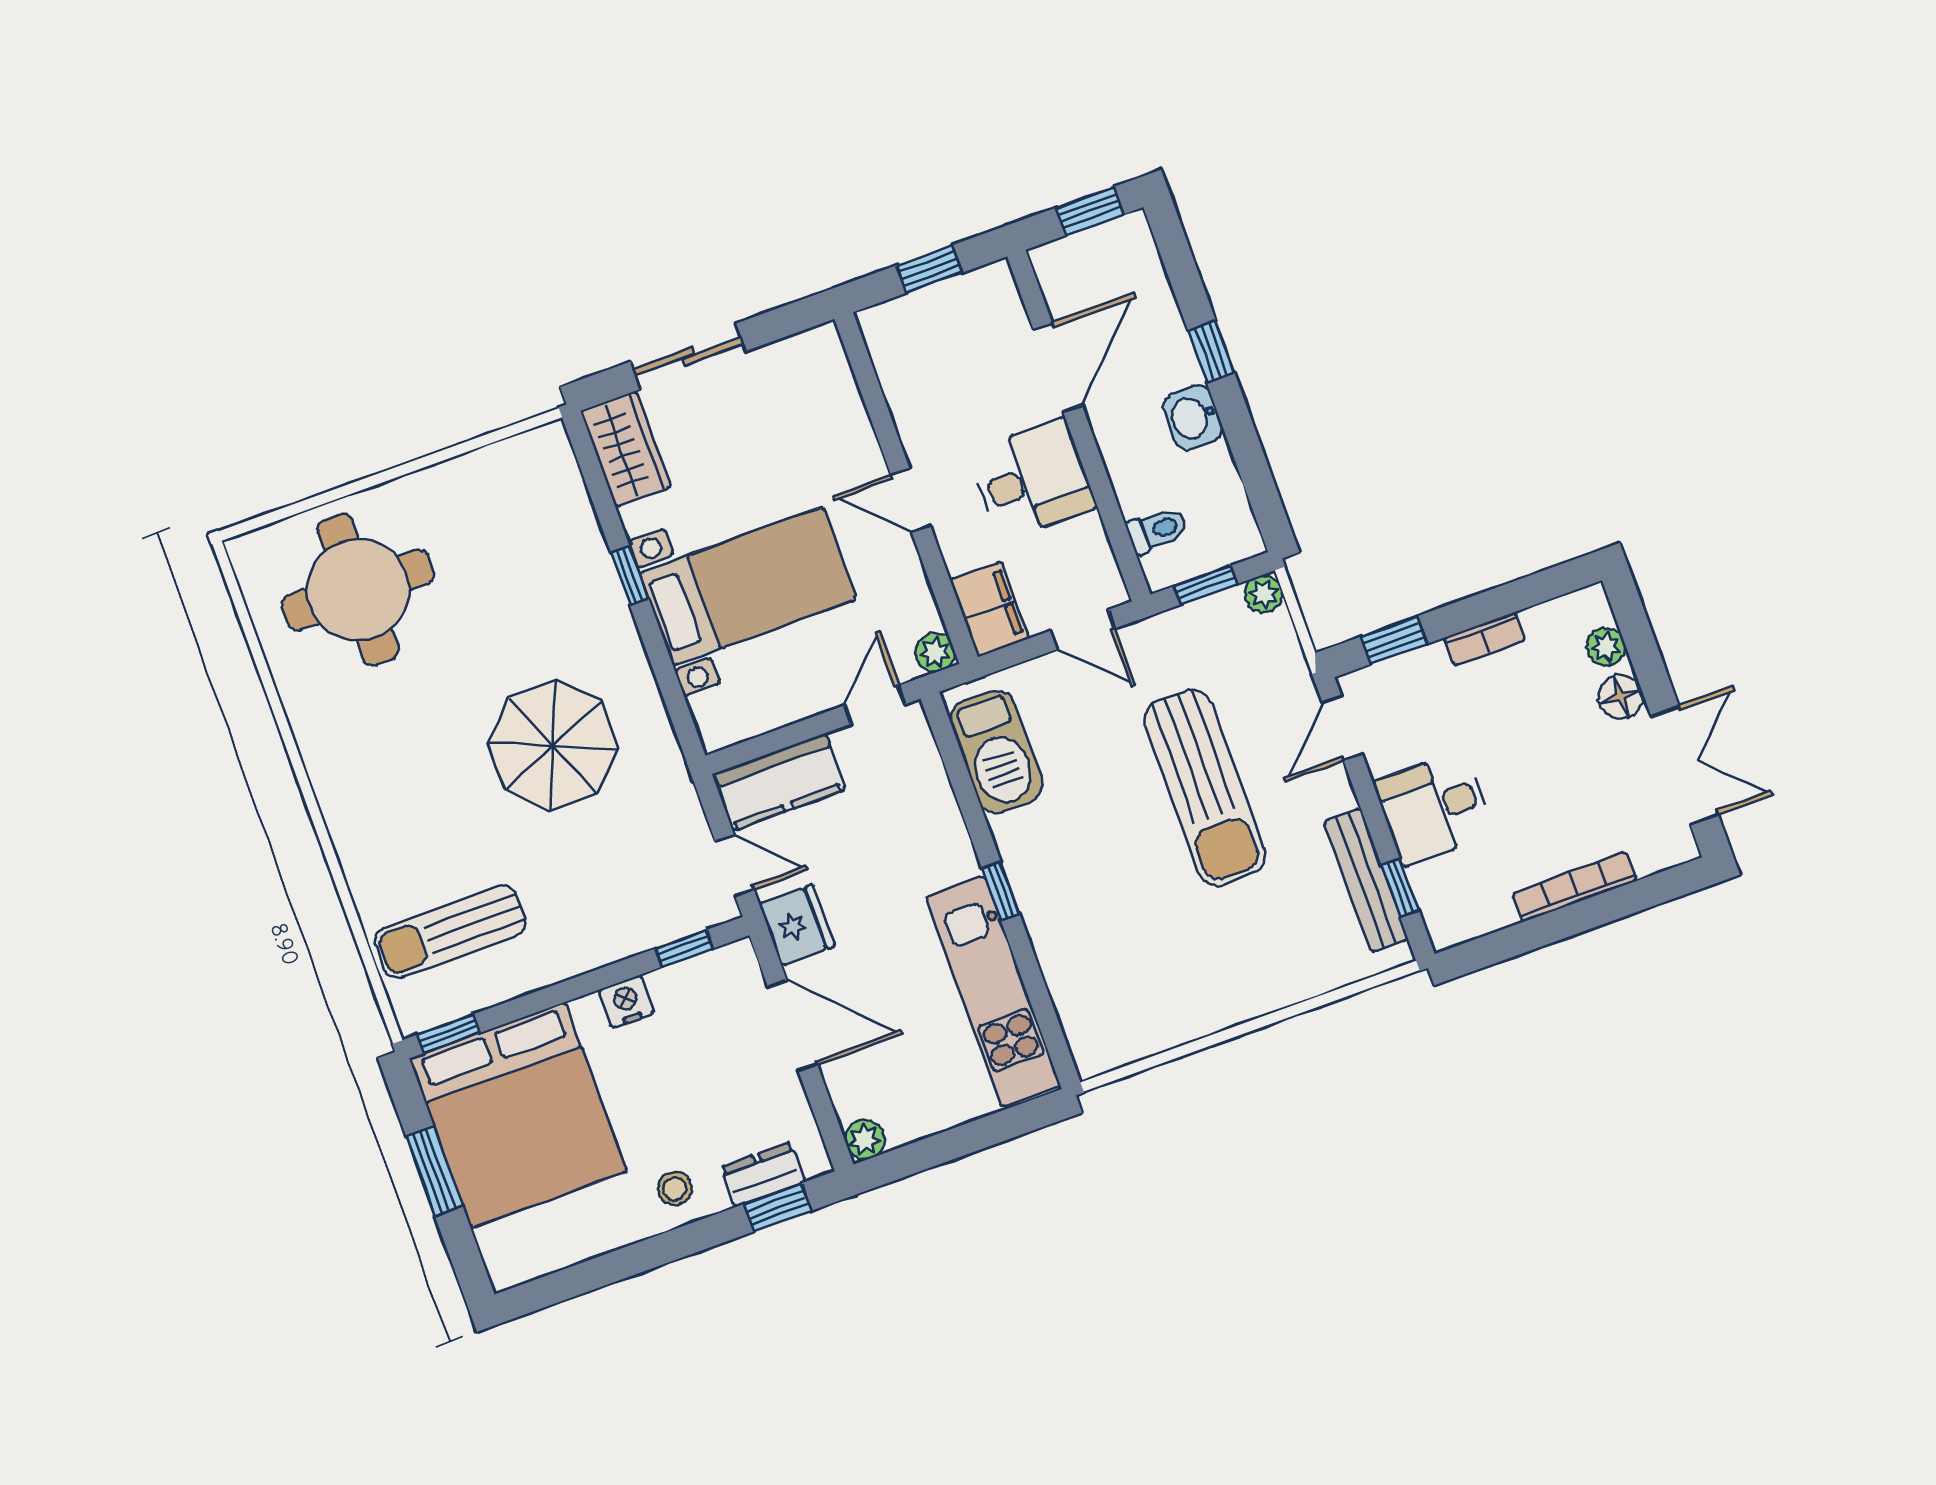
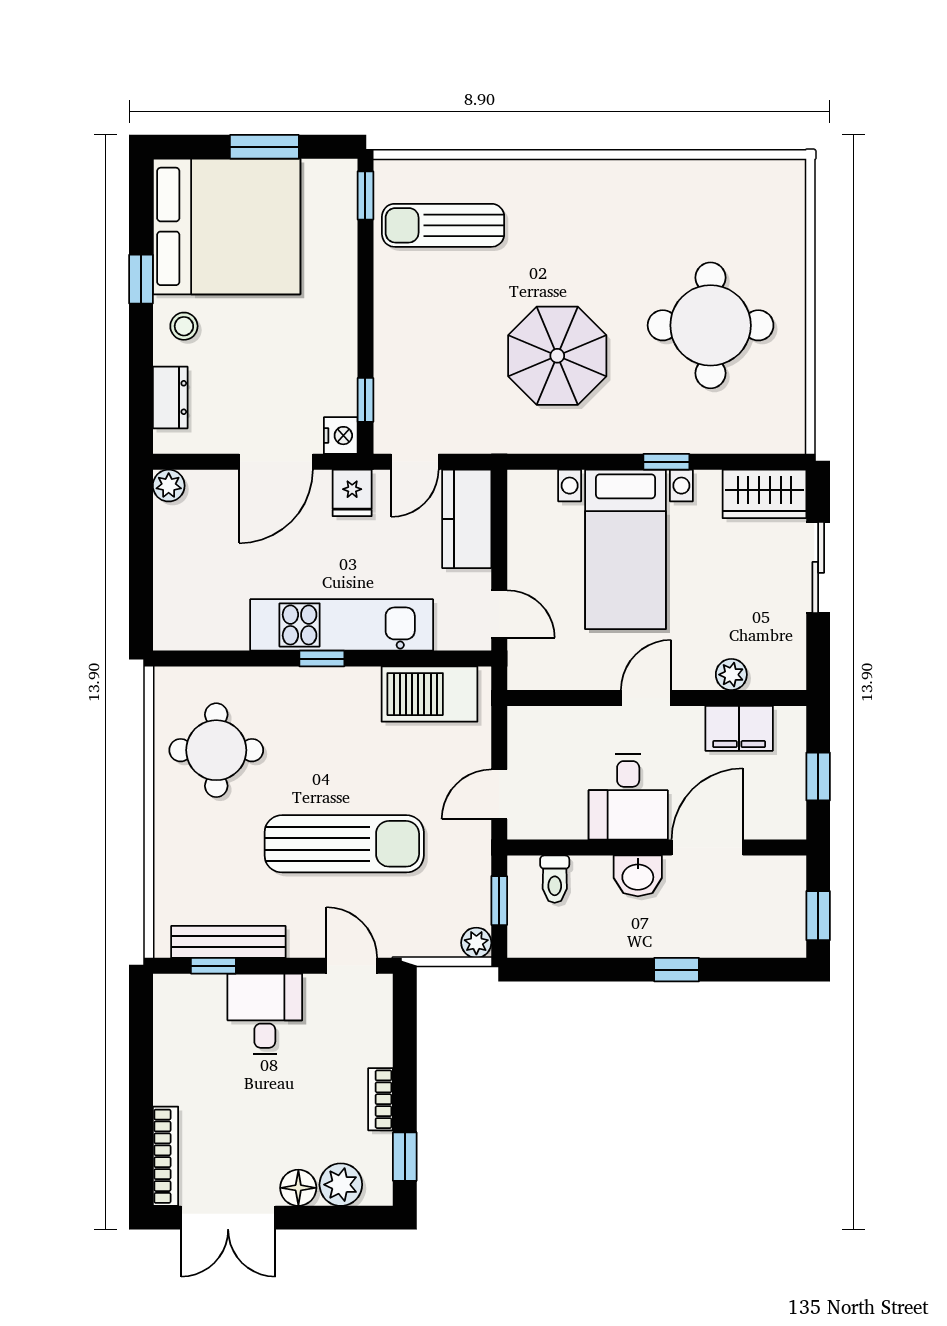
door: (1058, 367) -> (707, 848), swing flipped
washbasin: (1193, 417) -> (638, 876), moved, turned 180
round table: (358, 590) -> (711, 325), moved
filing cabinet: (990, 609) -> (739, 728), moved
window: (1394, 640) -> (405, 1157), moved
plant: (1606, 647) -> (341, 1185), width x1.38, depth x1.38
plant: (935, 652) -> (731, 675), moved
sun lounger: (1205, 788) -> (344, 844), turned 180
bookcase: (1574, 887) -> (165, 1156), moved
fridge: (797, 925) -> (352, 493), width x0.72
sun lounger: (450, 932) -> (443, 225), turned -90
round table: (1150, 974) -> (216, 750), added
kitchen unit: (993, 992) -> (342, 625), moved
nightstand: (626, 1002) -> (341, 436), moved
bed: (518, 1115) -> (227, 226), moved, turned 180
window: (777, 1208) -> (141, 279), moved

